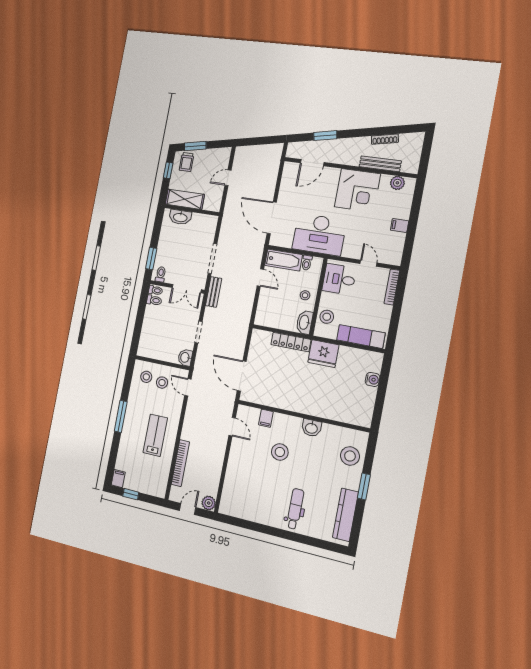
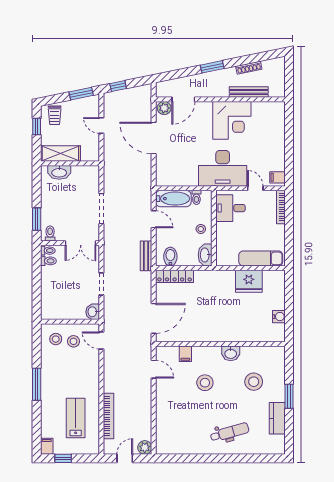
window: (325, 136) -> (212, 67), moved
window: (251, 142) -> (118, 86), added
window: (195, 146) -> (81, 94), moved
door: (228, 178) -> (101, 125), hinge flipped
plant: (397, 183) -> (164, 108), moved
door: (272, 218) -> (154, 138), moved
filing cabinet: (400, 225) -> (277, 177), moved
desk: (319, 235) -> (223, 168), moved
bench: (214, 292) -> (146, 256), moved
stool: (327, 317) -> (225, 246), removed
bidet: (270, 318) -> (170, 257), added
locker: (291, 342) -> (175, 276), moved
fridge: (323, 354) -> (249, 281), moved
door: (242, 376) -> (154, 318), swing flipped
water cooler: (373, 379) -> (279, 317), moved
lab bench: (155, 435) -> (76, 418), moved
stool: (350, 456) -> (254, 382), moved
dental chair: (295, 509) -> (230, 432), turned 74
kitchen counter: (346, 515) -> (277, 418), width x0.67

